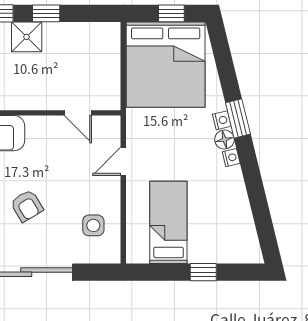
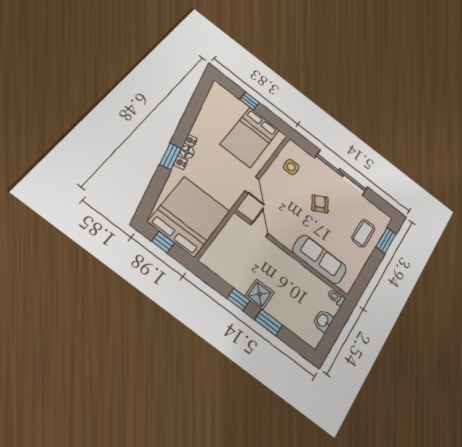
door: (123, 161) -> (252, 185), hinge flipped
bed: (168, 222) -> (250, 137), width x1.50

